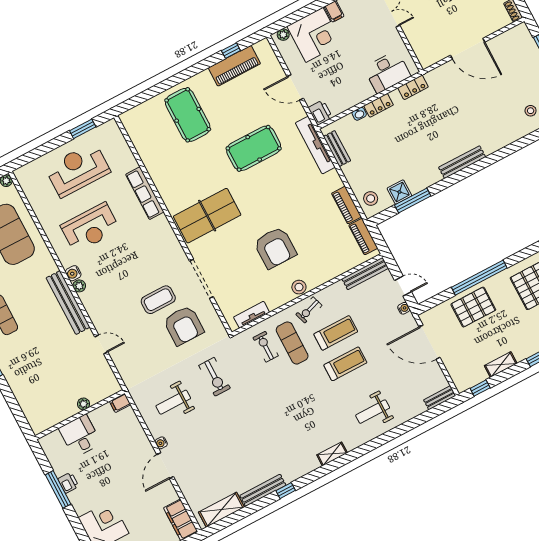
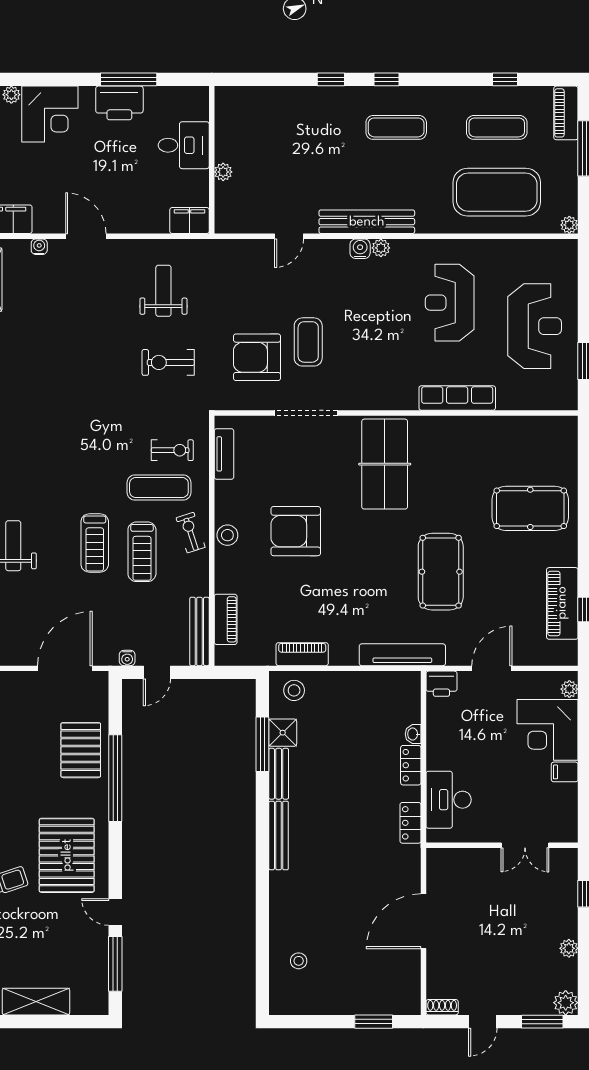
bench: (337, 149) -> (279, 774), moved, turned 90
piano: (363, 237) -> (226, 619), moved, turned 90
water cooler: (73, 273) -> (360, 249), moved
filing cabinet: (120, 403) -> (190, 221), width x2.00
water cooler: (161, 443) -> (39, 247), moved
printer: (68, 483) -> (119, 103), width x1.87, depth x1.48

